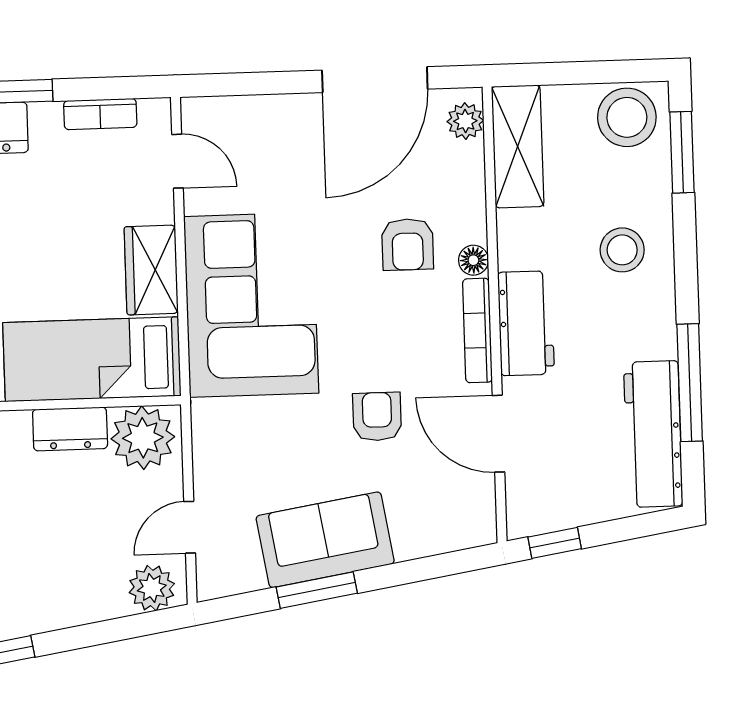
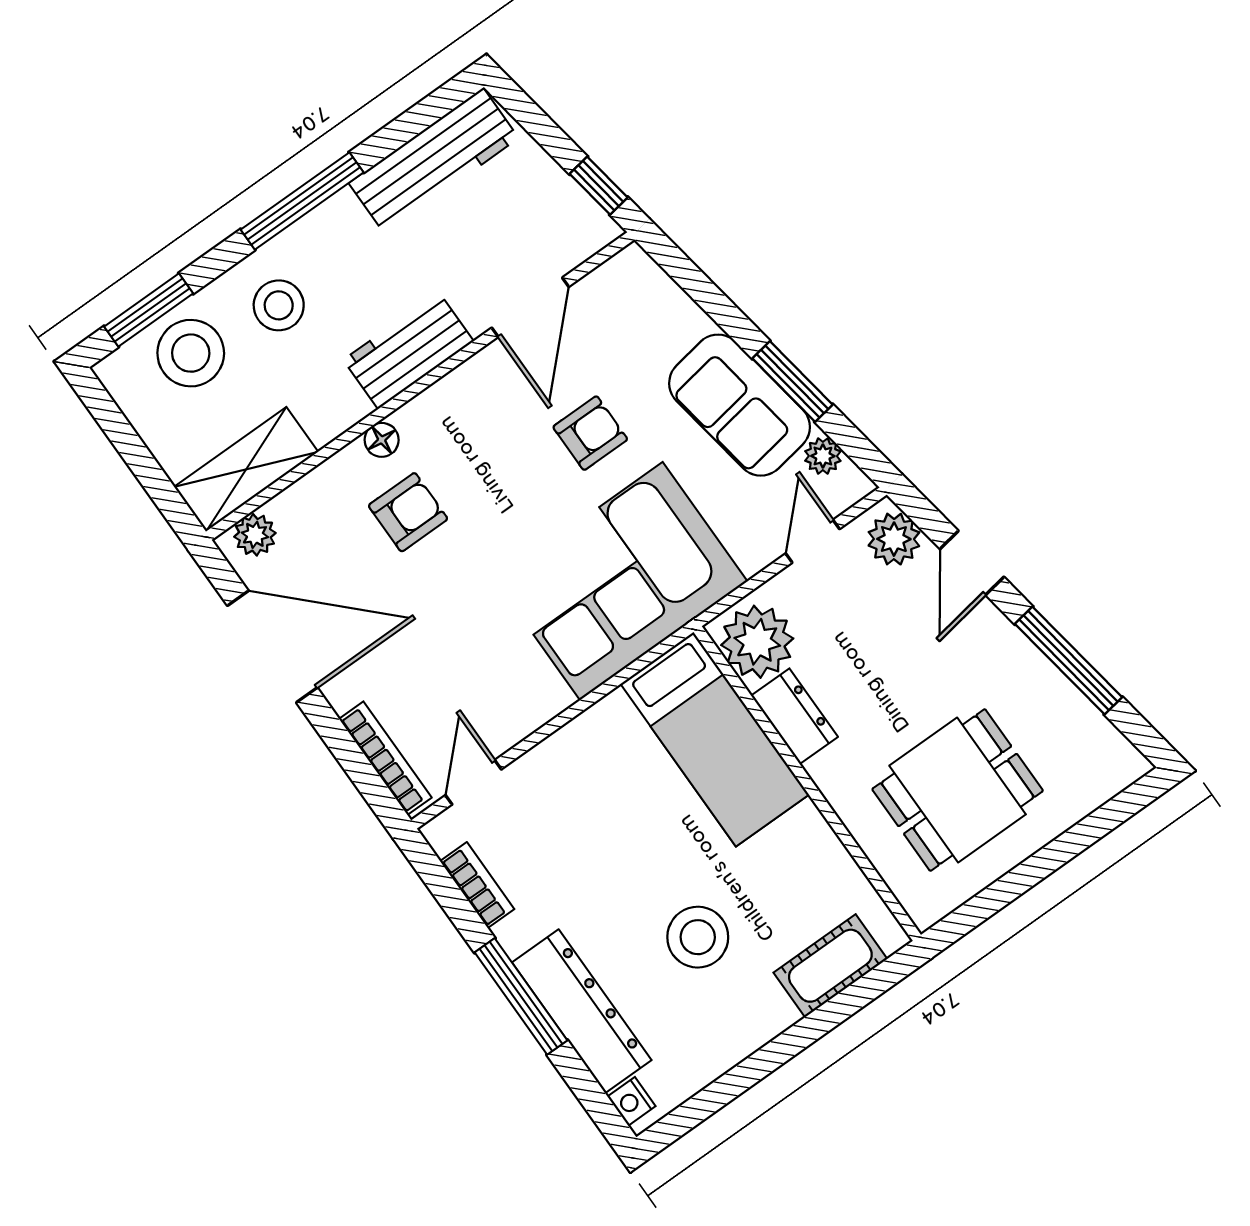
stool: (627, 117) -> (191, 353), moved
wardrobe: (151, 270) -> (593, 739), removed
corner sofa: (251, 305) -> (621, 581), moved
bookcase: (477, 330) -> (385, 758), moved, turned -90
window: (690, 383) -> (302, 201), moved
armchair: (377, 417) -> (590, 433), turned 180
door: (190, 527) -> (813, 541), swing flipped
plant: (247, 576) -> (823, 456), added
door: (96, 634) -> (972, 563), added

